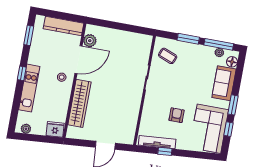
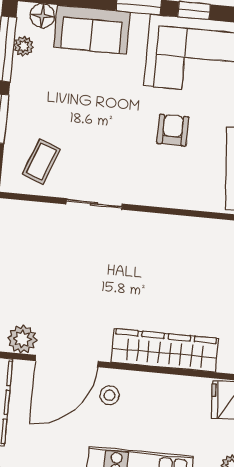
door: (78, 60) -> (67, 361), swing flipped
armchair: (177, 115) -> (173, 130), turned 90

